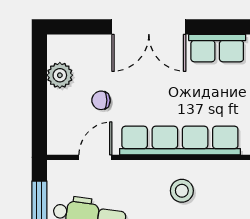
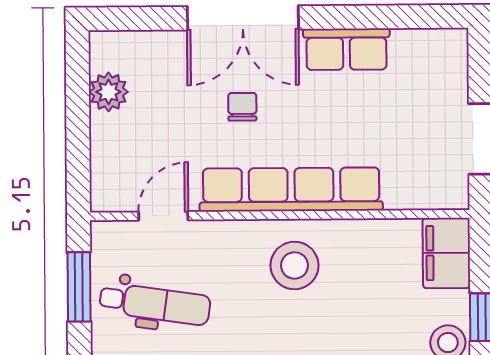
chair: (101, 100) -> (242, 107), moved, turned 90
stool: (182, 191) -> (294, 265), width x1.38, depth x1.38

